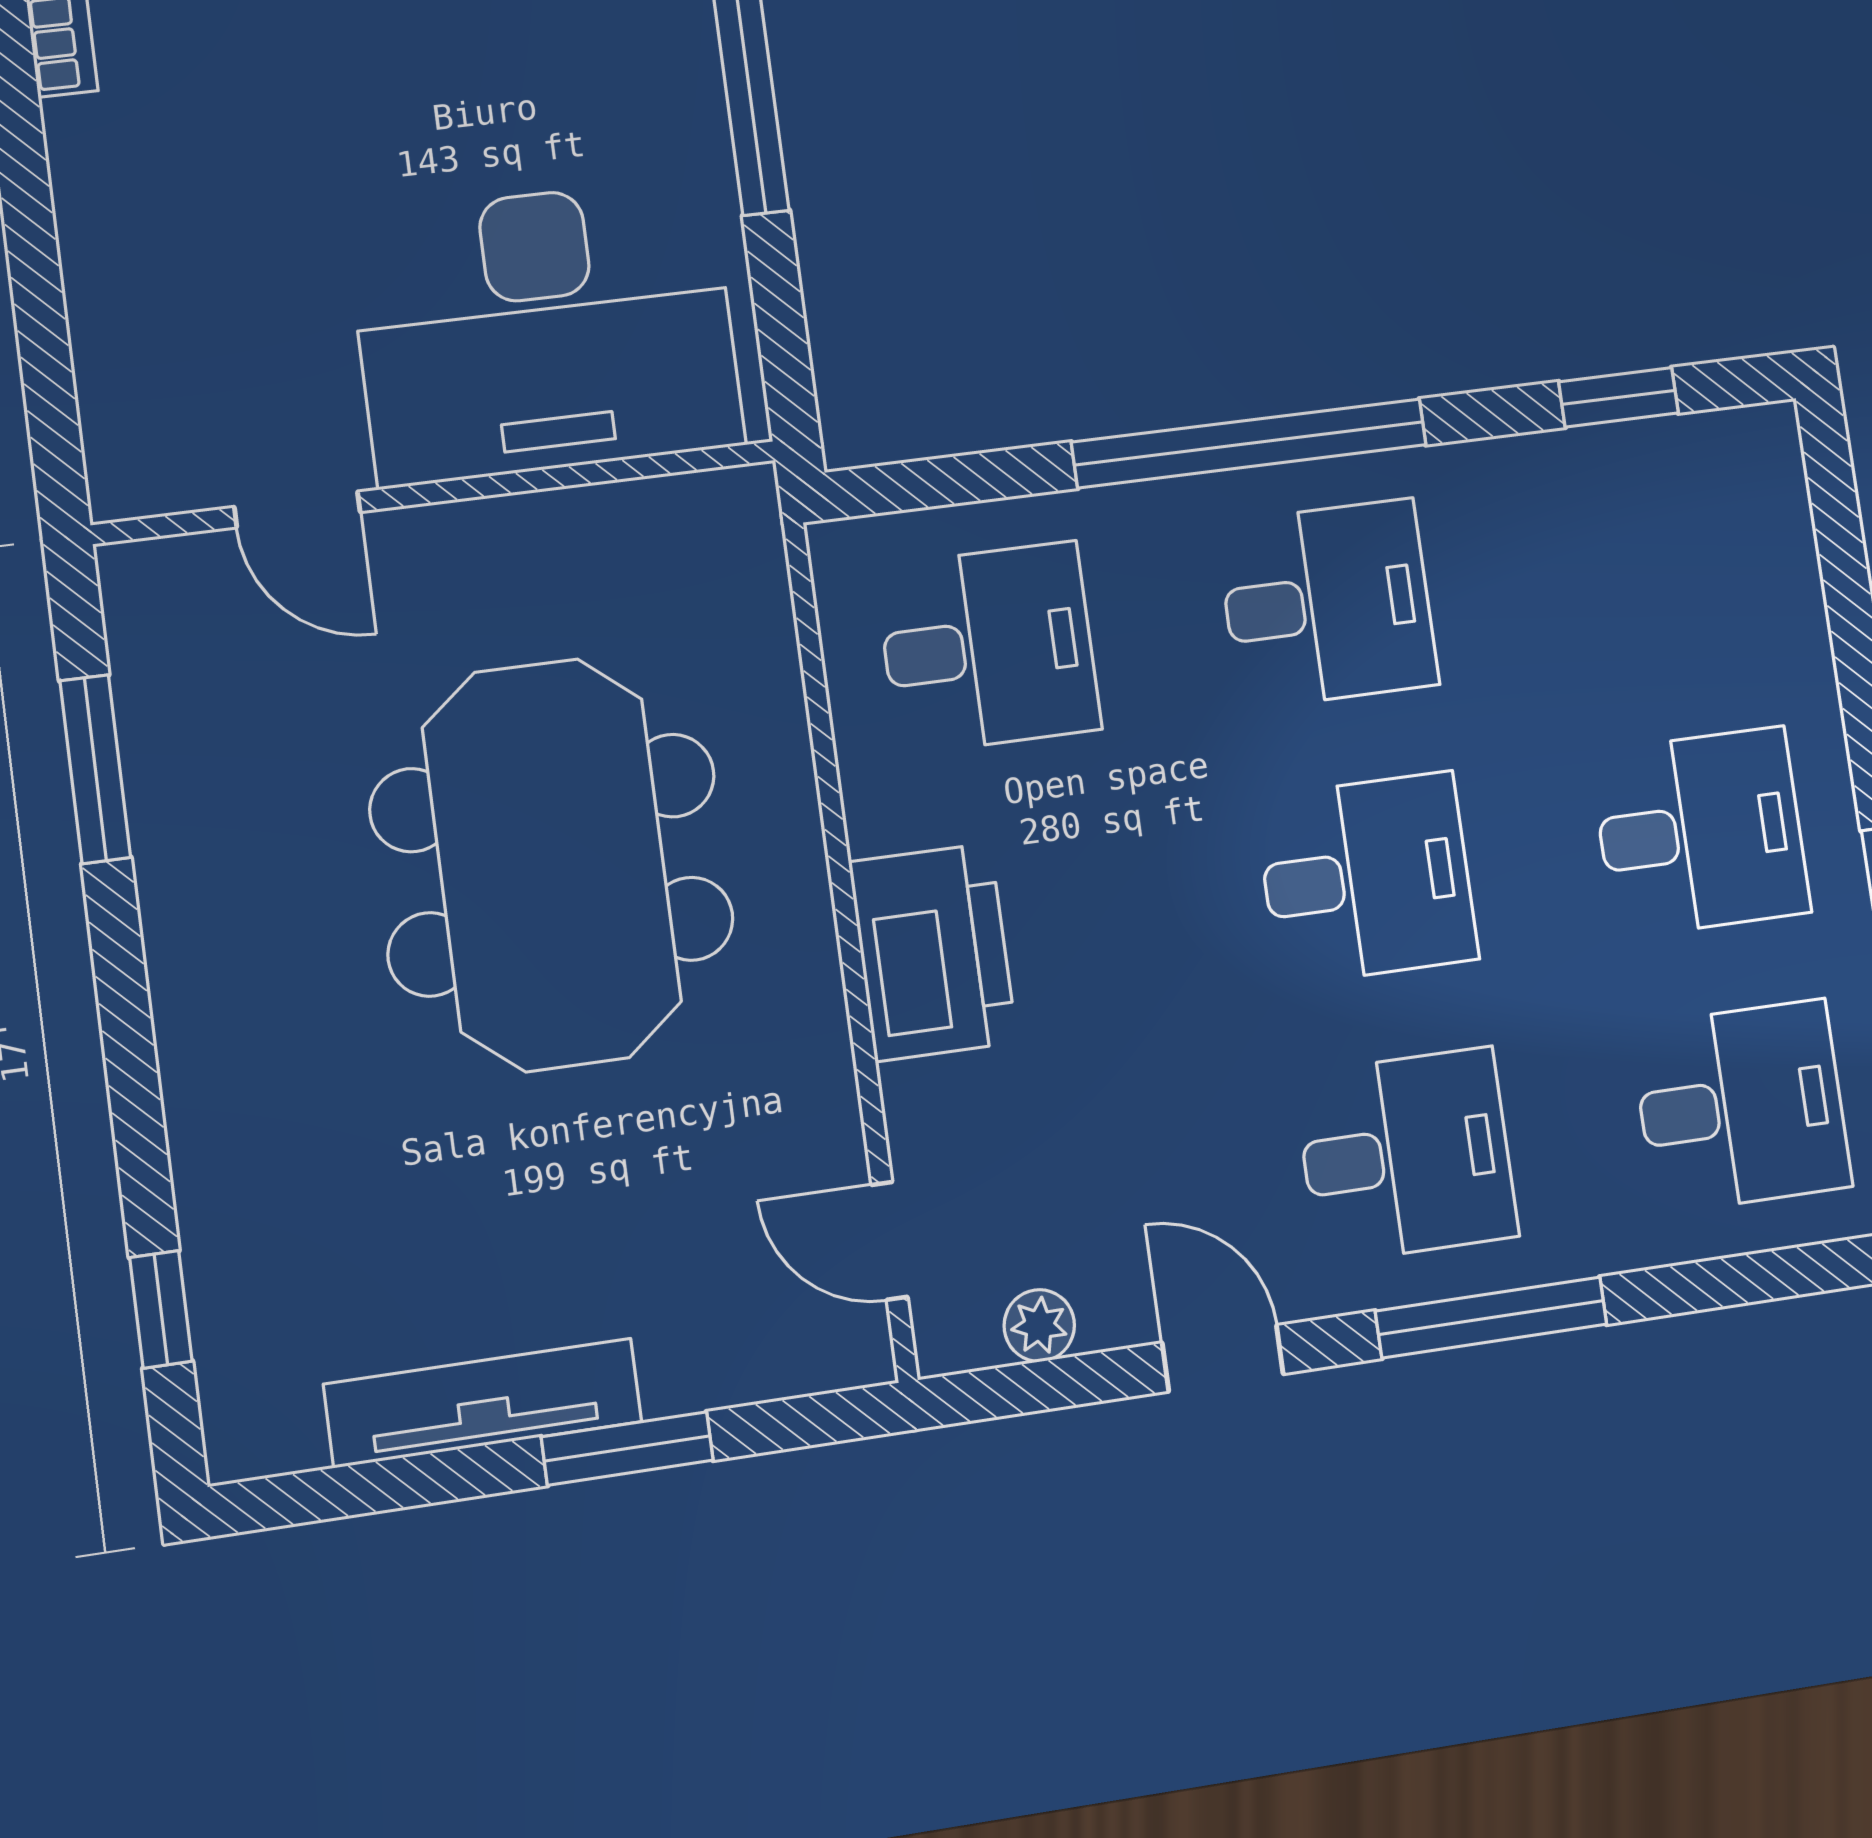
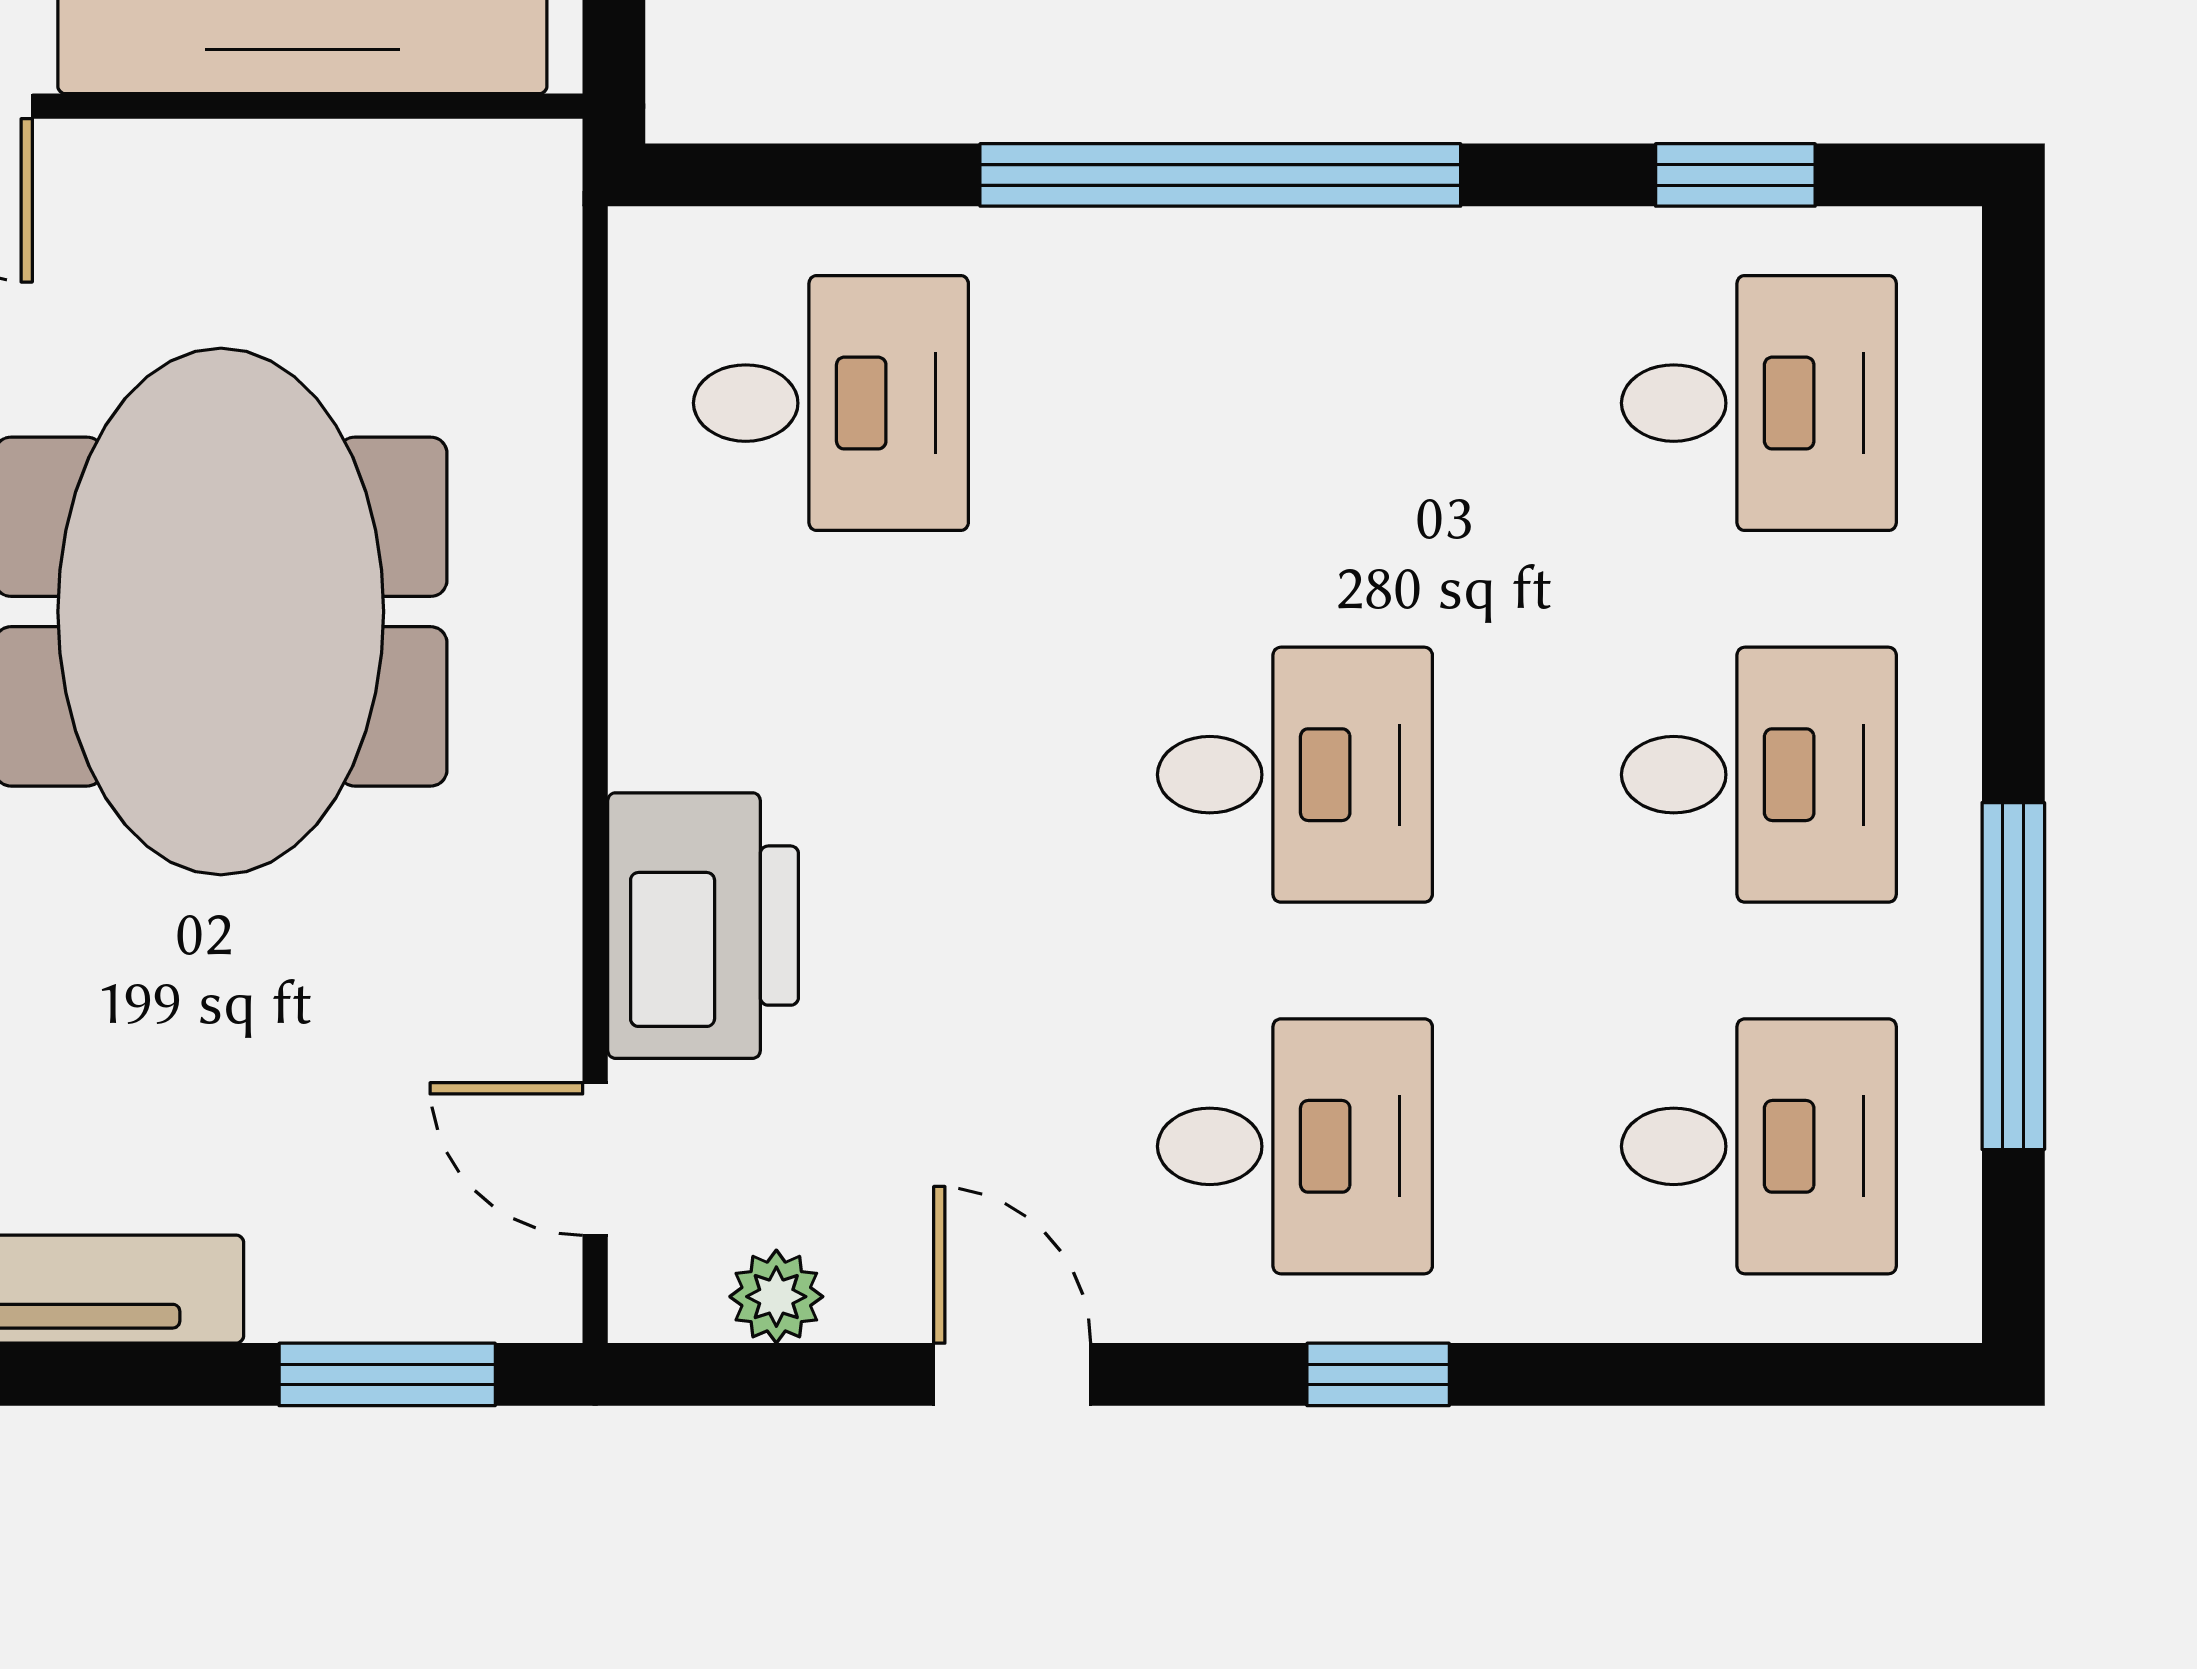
desk: (1327, 604) -> (1759, 403), moved
printer: (933, 952) -> (703, 926), moved
window: (1491, 1318) -> (1378, 1374), width x0.46
window: (627, 1448) -> (387, 1374), moved

